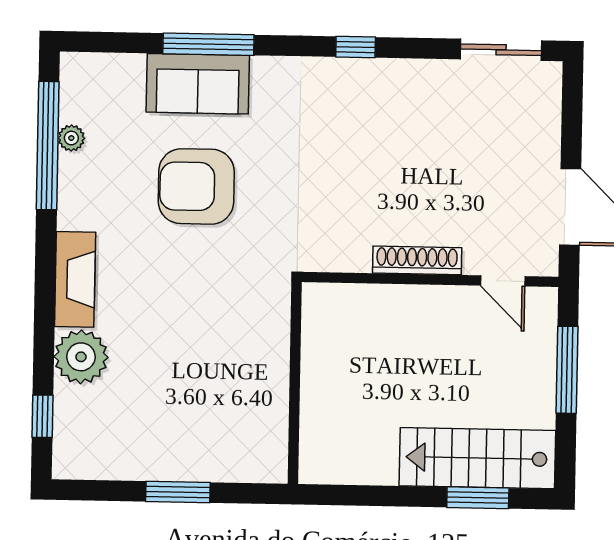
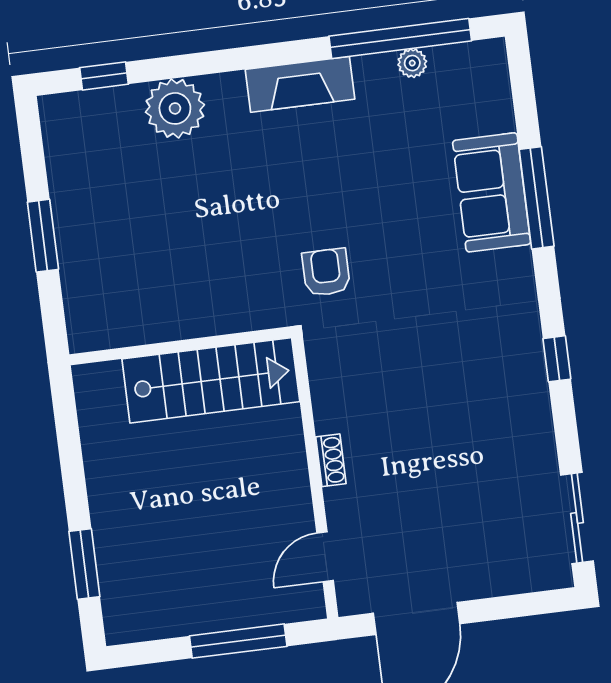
armchair: (196, 186) -> (326, 272), moved, width x0.53, depth x0.53
shoe rack: (417, 260) -> (331, 460), width x0.51, depth x0.81
fireplace: (75, 279) -> (300, 84), moved
stairs: (477, 458) -> (211, 380), moved, turned 90

